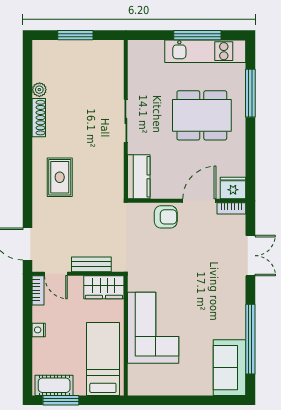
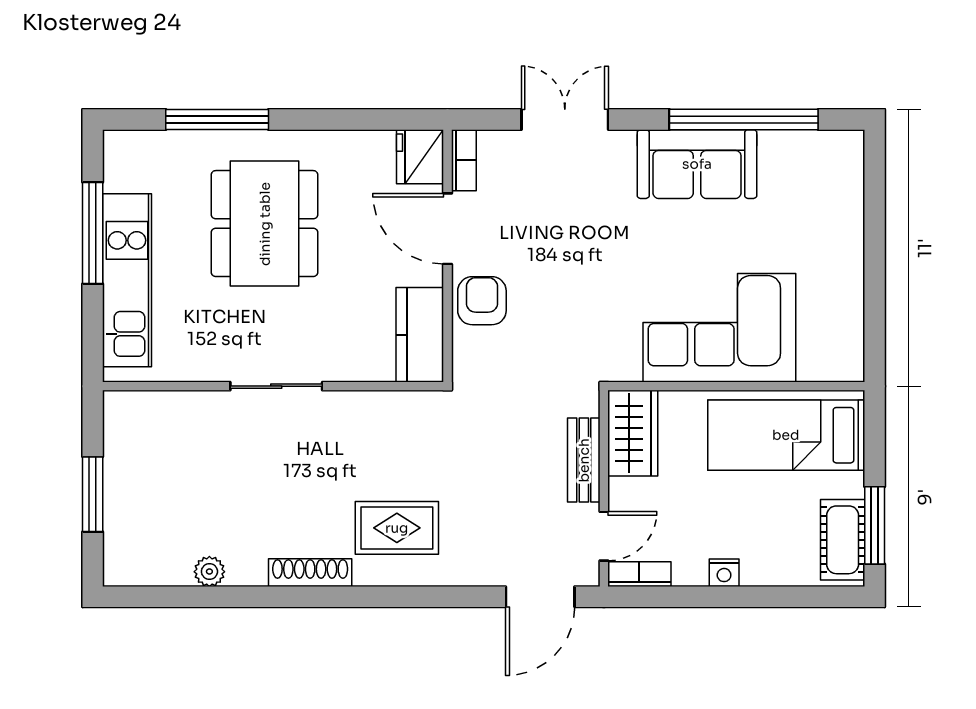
kitchen unit: (205, 51) -> (127, 280), moved
shoe rack: (39, 118) -> (310, 573), moved
kitchen counter: (139, 177) -> (420, 335), moved, turned -90
sofa: (230, 368) -> (697, 164), moved

